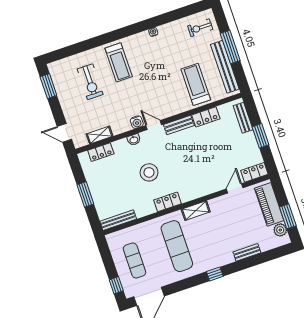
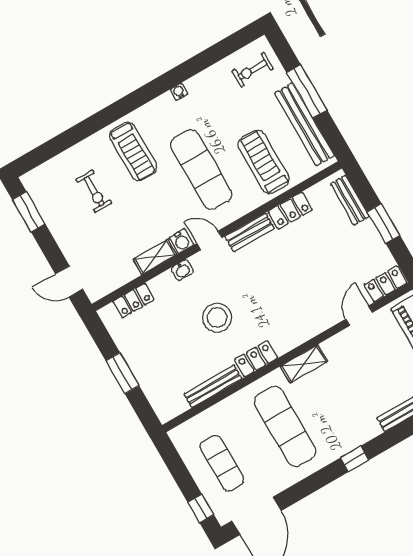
exercise mat: (157, 81) -> (201, 169), added
exercise bike: (90, 82) -> (94, 191), width x0.73, depth x0.72
shelving: (100, 135) -> (155, 257), moved
bench: (118, 220) -> (213, 386), moved

